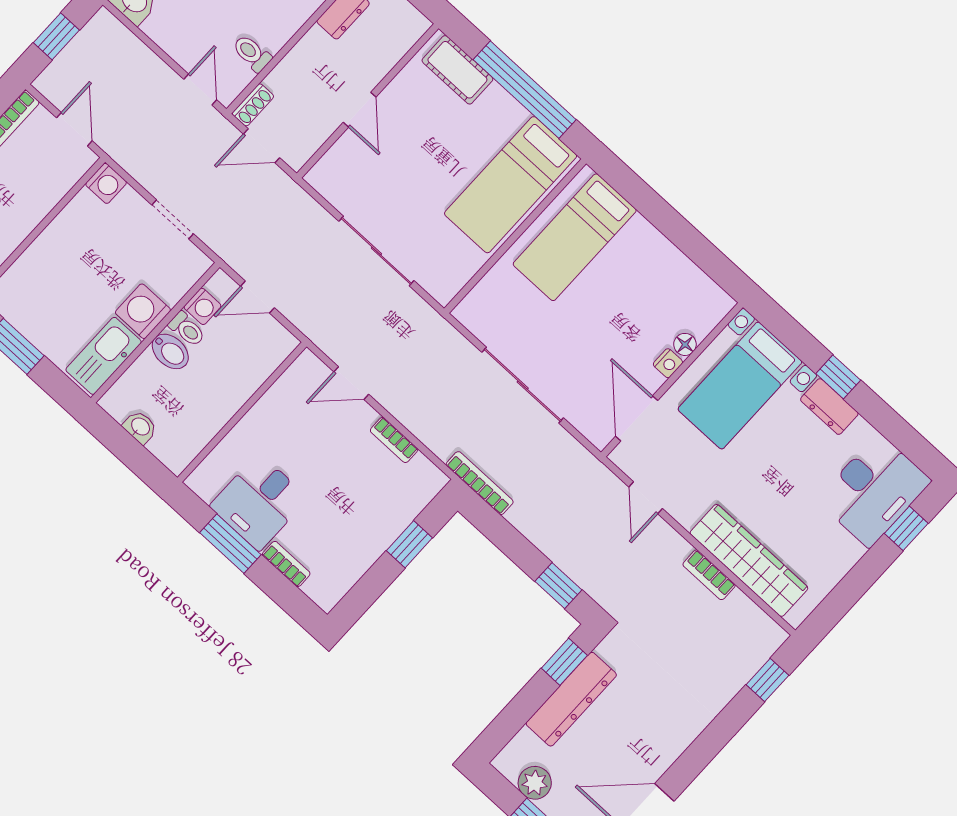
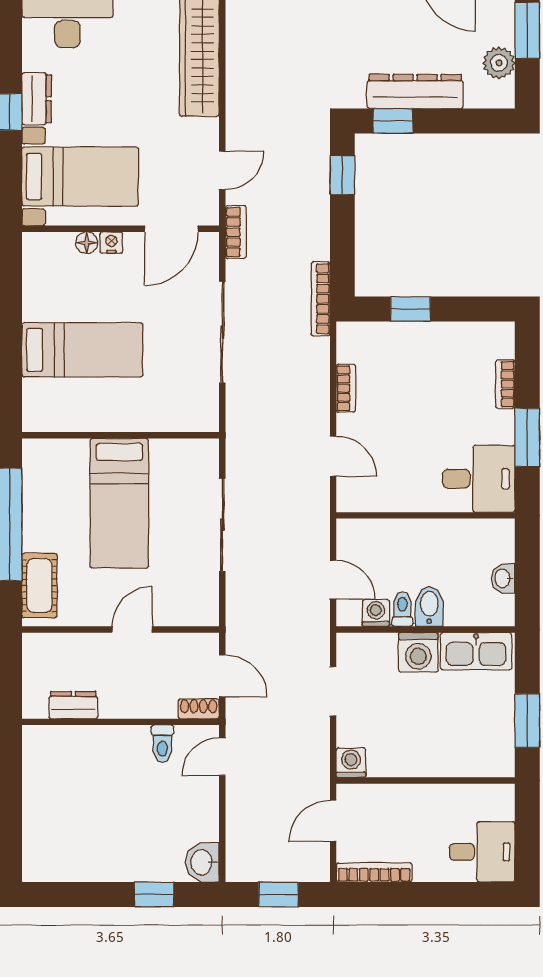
bed: (511, 185) -> (119, 503), moved, turned 90
bed: (575, 237) -> (82, 350), moved
desk: (259, 502) -> (479, 479), moved
bookcase: (709, 575) -> (236, 232), moved

